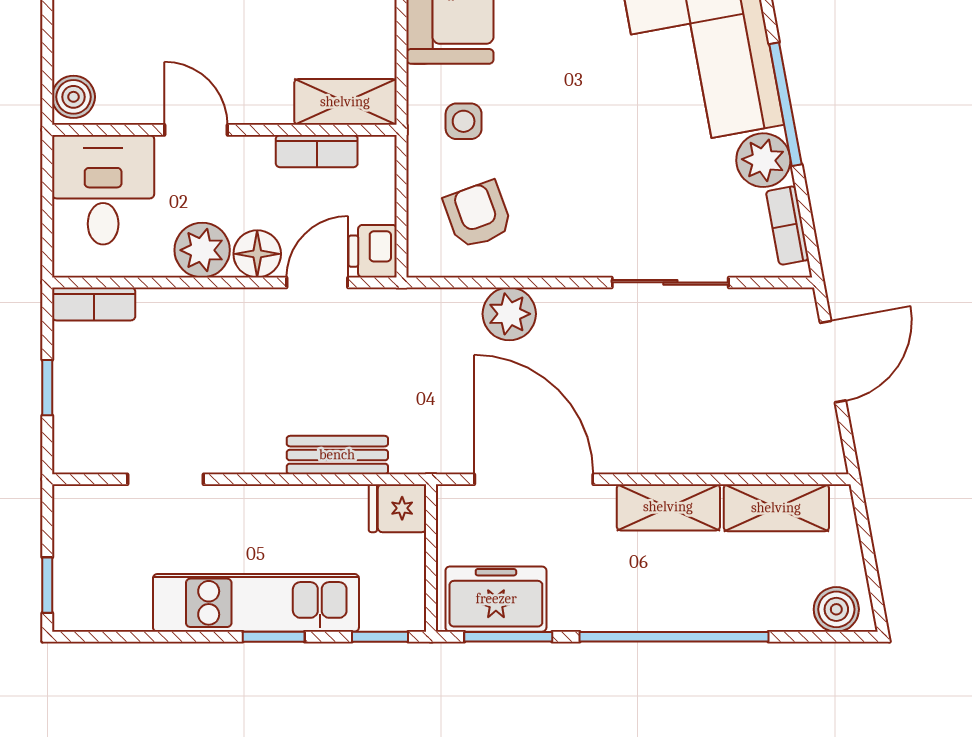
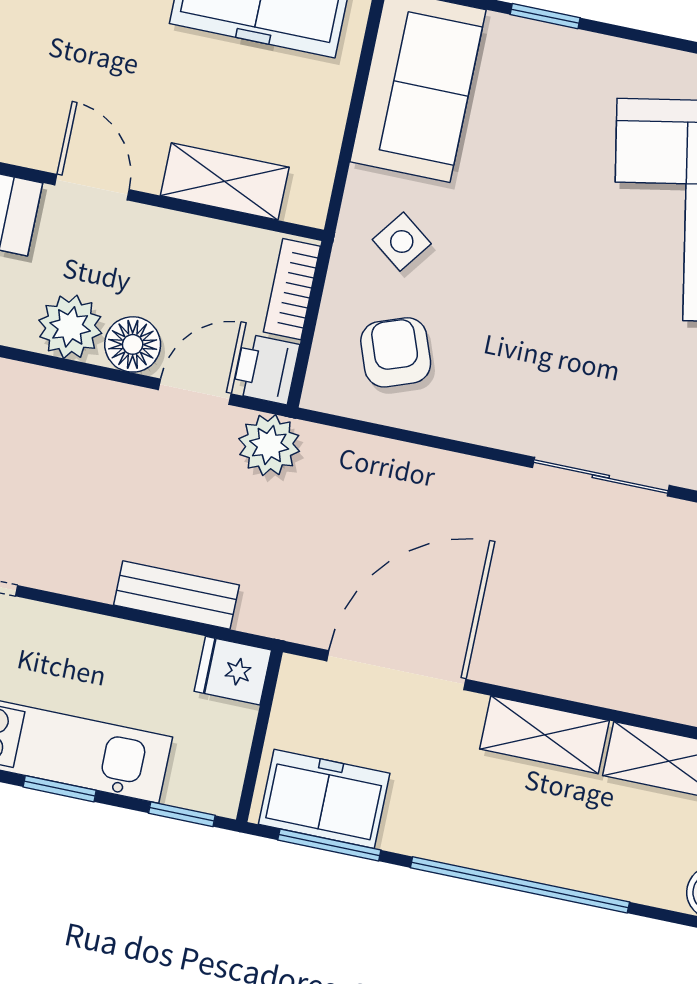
shelving: (345, 102) -> (225, 181), moved
side table: (464, 121) -> (402, 242), turned 37
bookcase: (317, 151) -> (292, 289), moved, turned 90
plant: (509, 314) -> (269, 445), moved
door: (534, 479) -> (396, 670), hinge flipped

